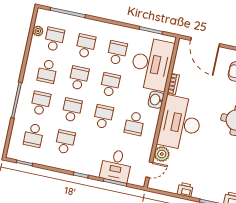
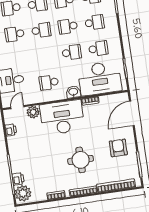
school desk: (79, 78) -> (68, 26), turned 180
school desk: (103, 117) -> (45, 56), removed
school desk: (65, 142) -> (15, 34), turned 180
door: (149, 170) -> (17, 107), swing flipped
printer: (185, 190) -> (11, 130), moved

